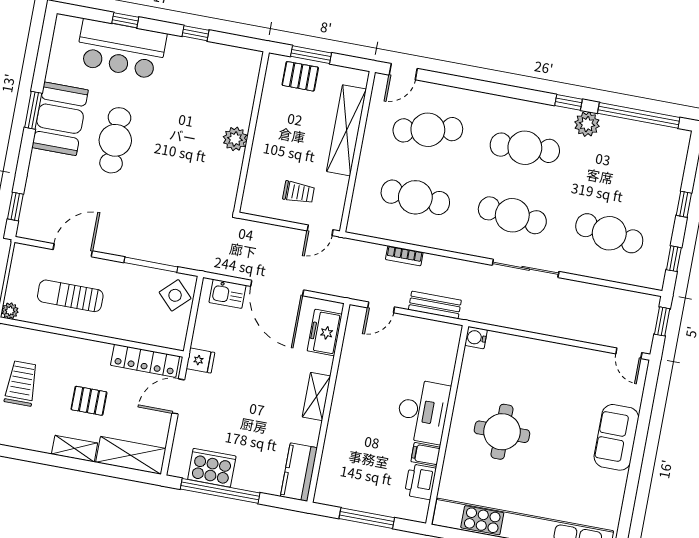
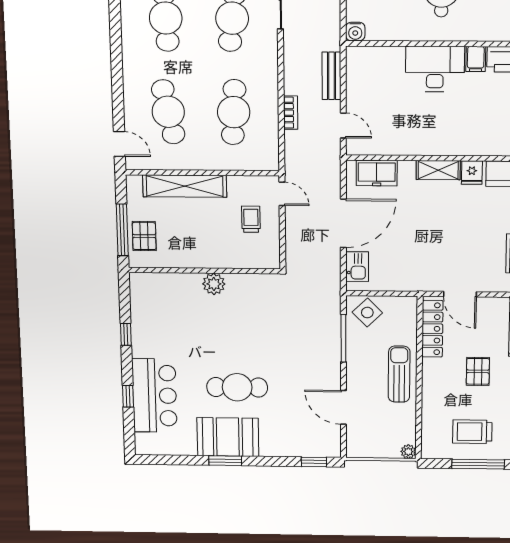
window: (311, 55) -> (122, 230), width x1.44
sun lounger: (70, 296) -> (399, 374), moved, turned 180
fridge: (200, 361) -> (472, 173), moved, turned 180

